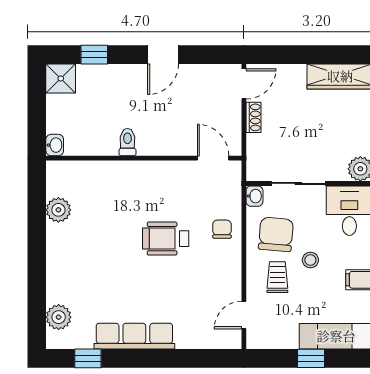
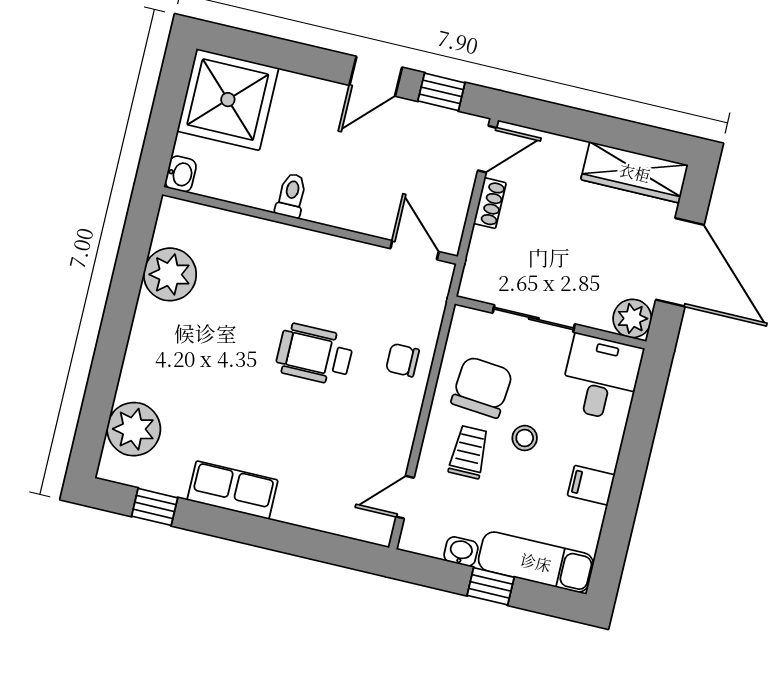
window: (94, 55) -> (441, 92), moved
shower: (61, 79) -> (228, 100), width x1.86, depth x1.86
washbasin: (254, 196) -> (461, 552), moved, turned -90
plant: (58, 210) -> (170, 274), width x1.36, depth x1.36
chair: (222, 229) -> (402, 360), turned -90
plant: (59, 317) -> (134, 429), width x1.36, depth x1.36
row of seats: (134, 336) -> (233, 490), width x0.68

